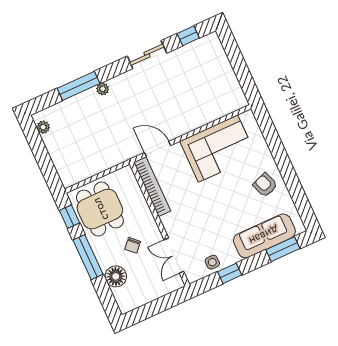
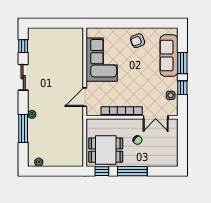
bookcase: (152, 187) -> (122, 111), moved
window: (283, 249) -> (182, 63), moved
floor lamp: (116, 276) -> (152, 159), removed

